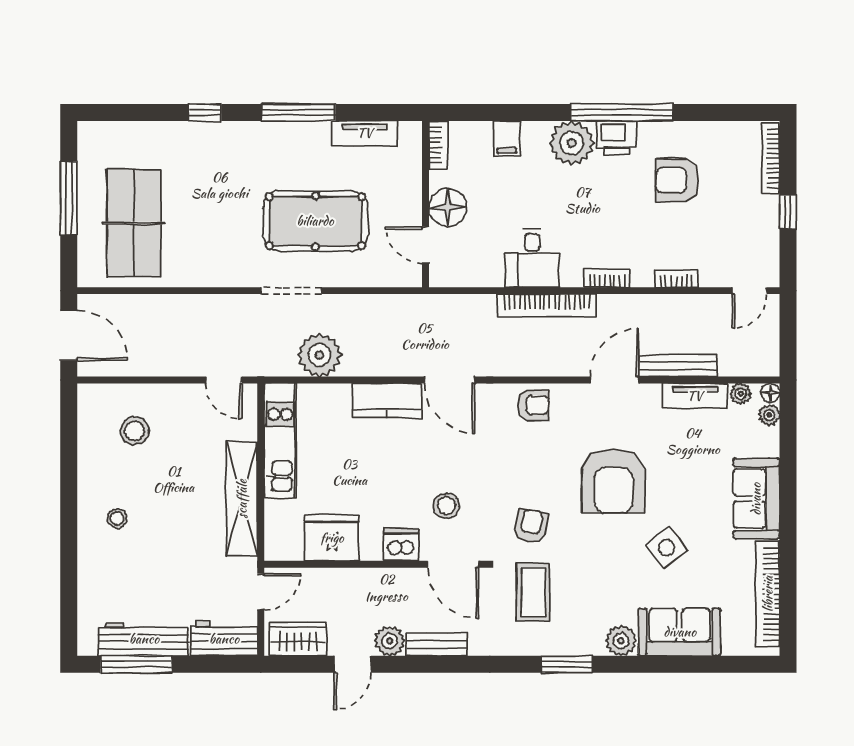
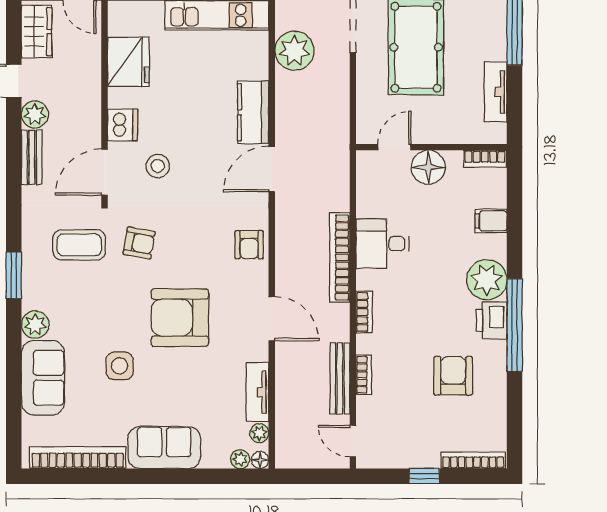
bench: (678, 366) -> (340, 378), moved
side table: (667, 548) -> (120, 366), turned 38

